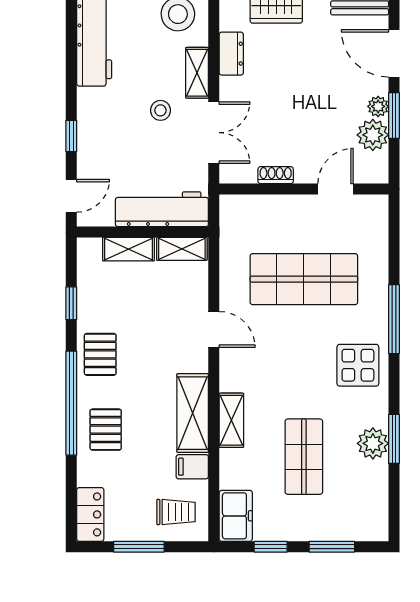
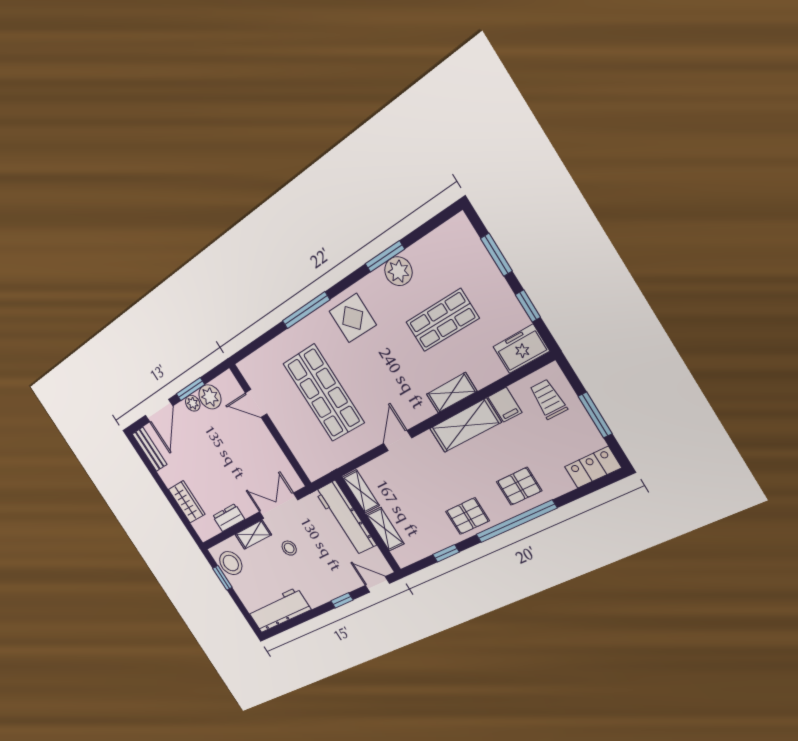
shoe rack: (276, 175) -> (275, 450), removed

